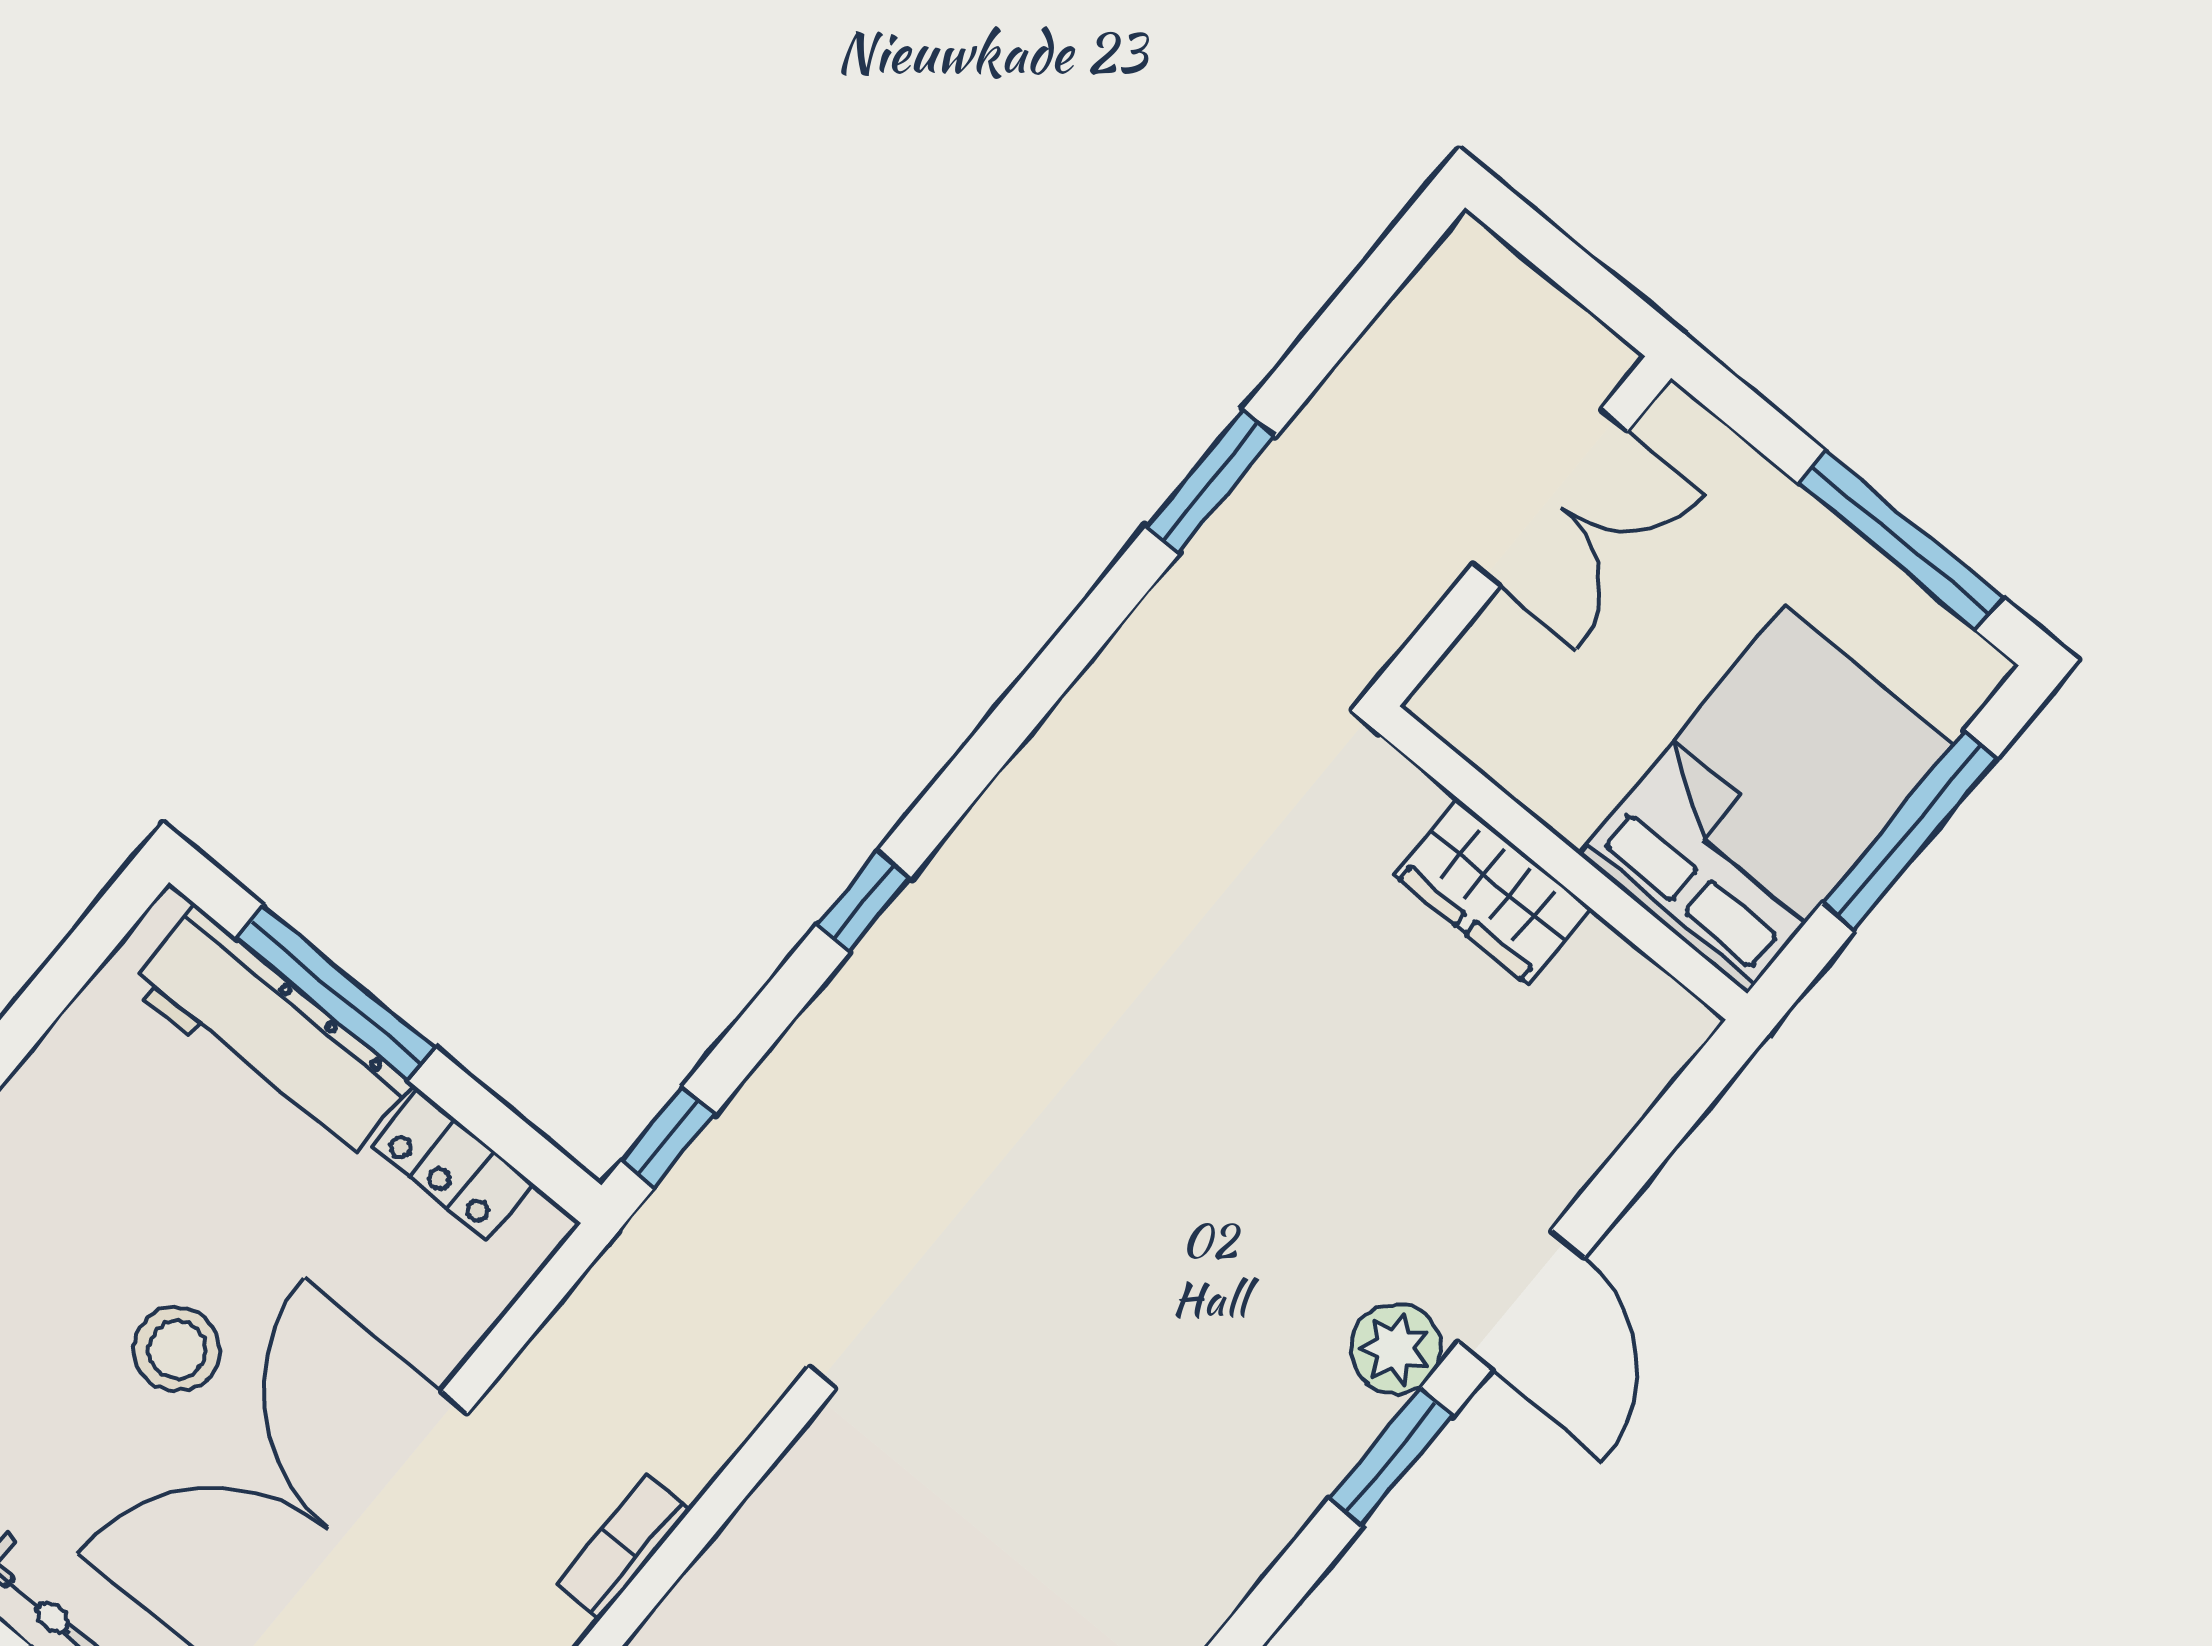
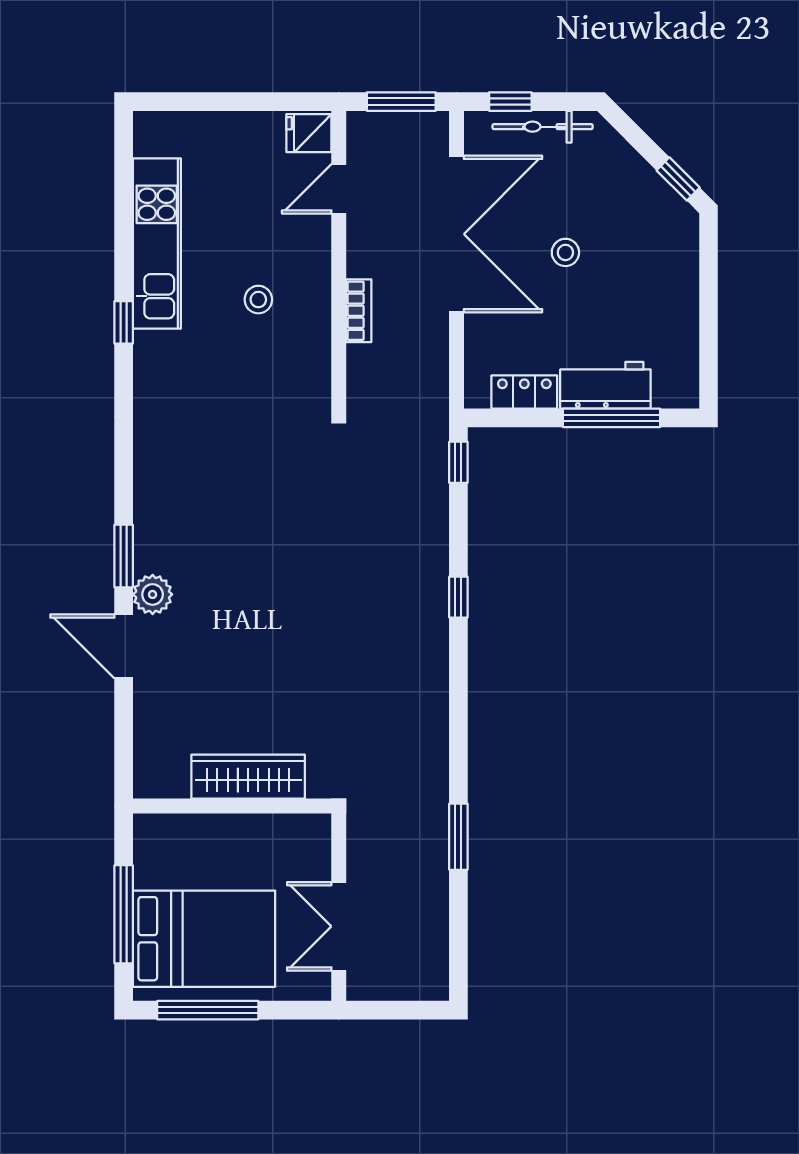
bed: (1766, 800) -> (204, 939), moved, turned -90
wardrobe: (1492, 891) -> (248, 777), width x1.50
workbench: (270, 1034) -> (605, 385), width x0.73
stool: (177, 1349) -> (565, 252), width x0.73, depth x0.73

